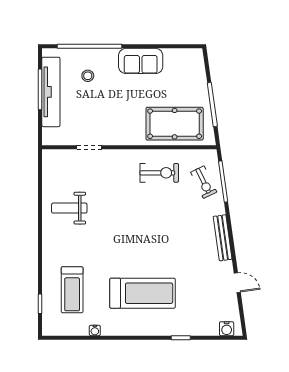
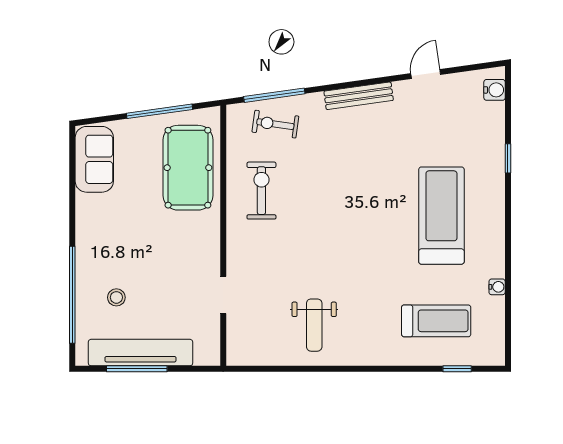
sofa: (141, 61) -> (94, 159), moved
exercise bike: (204, 182) -> (275, 124), turned -146

